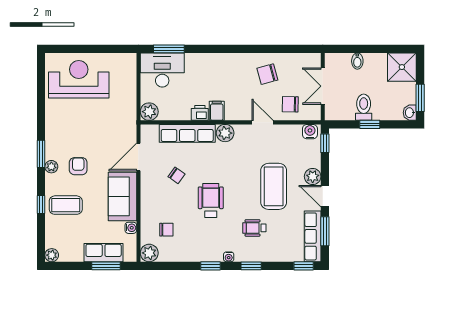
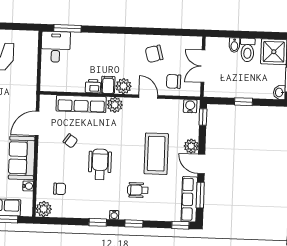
desk: (162, 70) -> (56, 47), width x0.73
toilet: (364, 107) -> (247, 50), moved, turned 180
plant: (149, 112) -> (124, 86), moved

